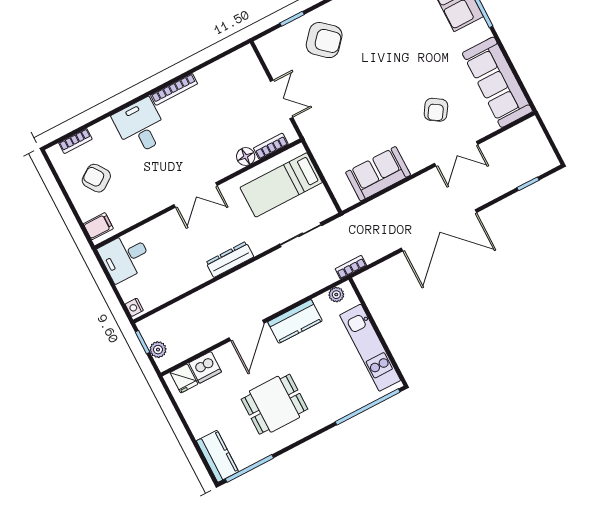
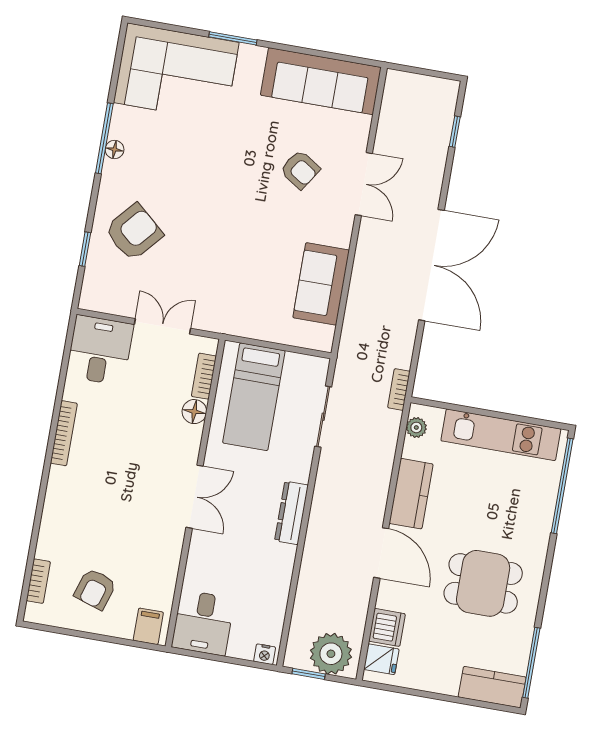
desk: (140, 127) -> (100, 350), moved, turned 90
armchair: (96, 178) -> (95, 589), turned -37
plant: (158, 350) -> (331, 654), width x1.88, depth x1.88
dining table: (274, 404) -> (483, 583), turned 90

